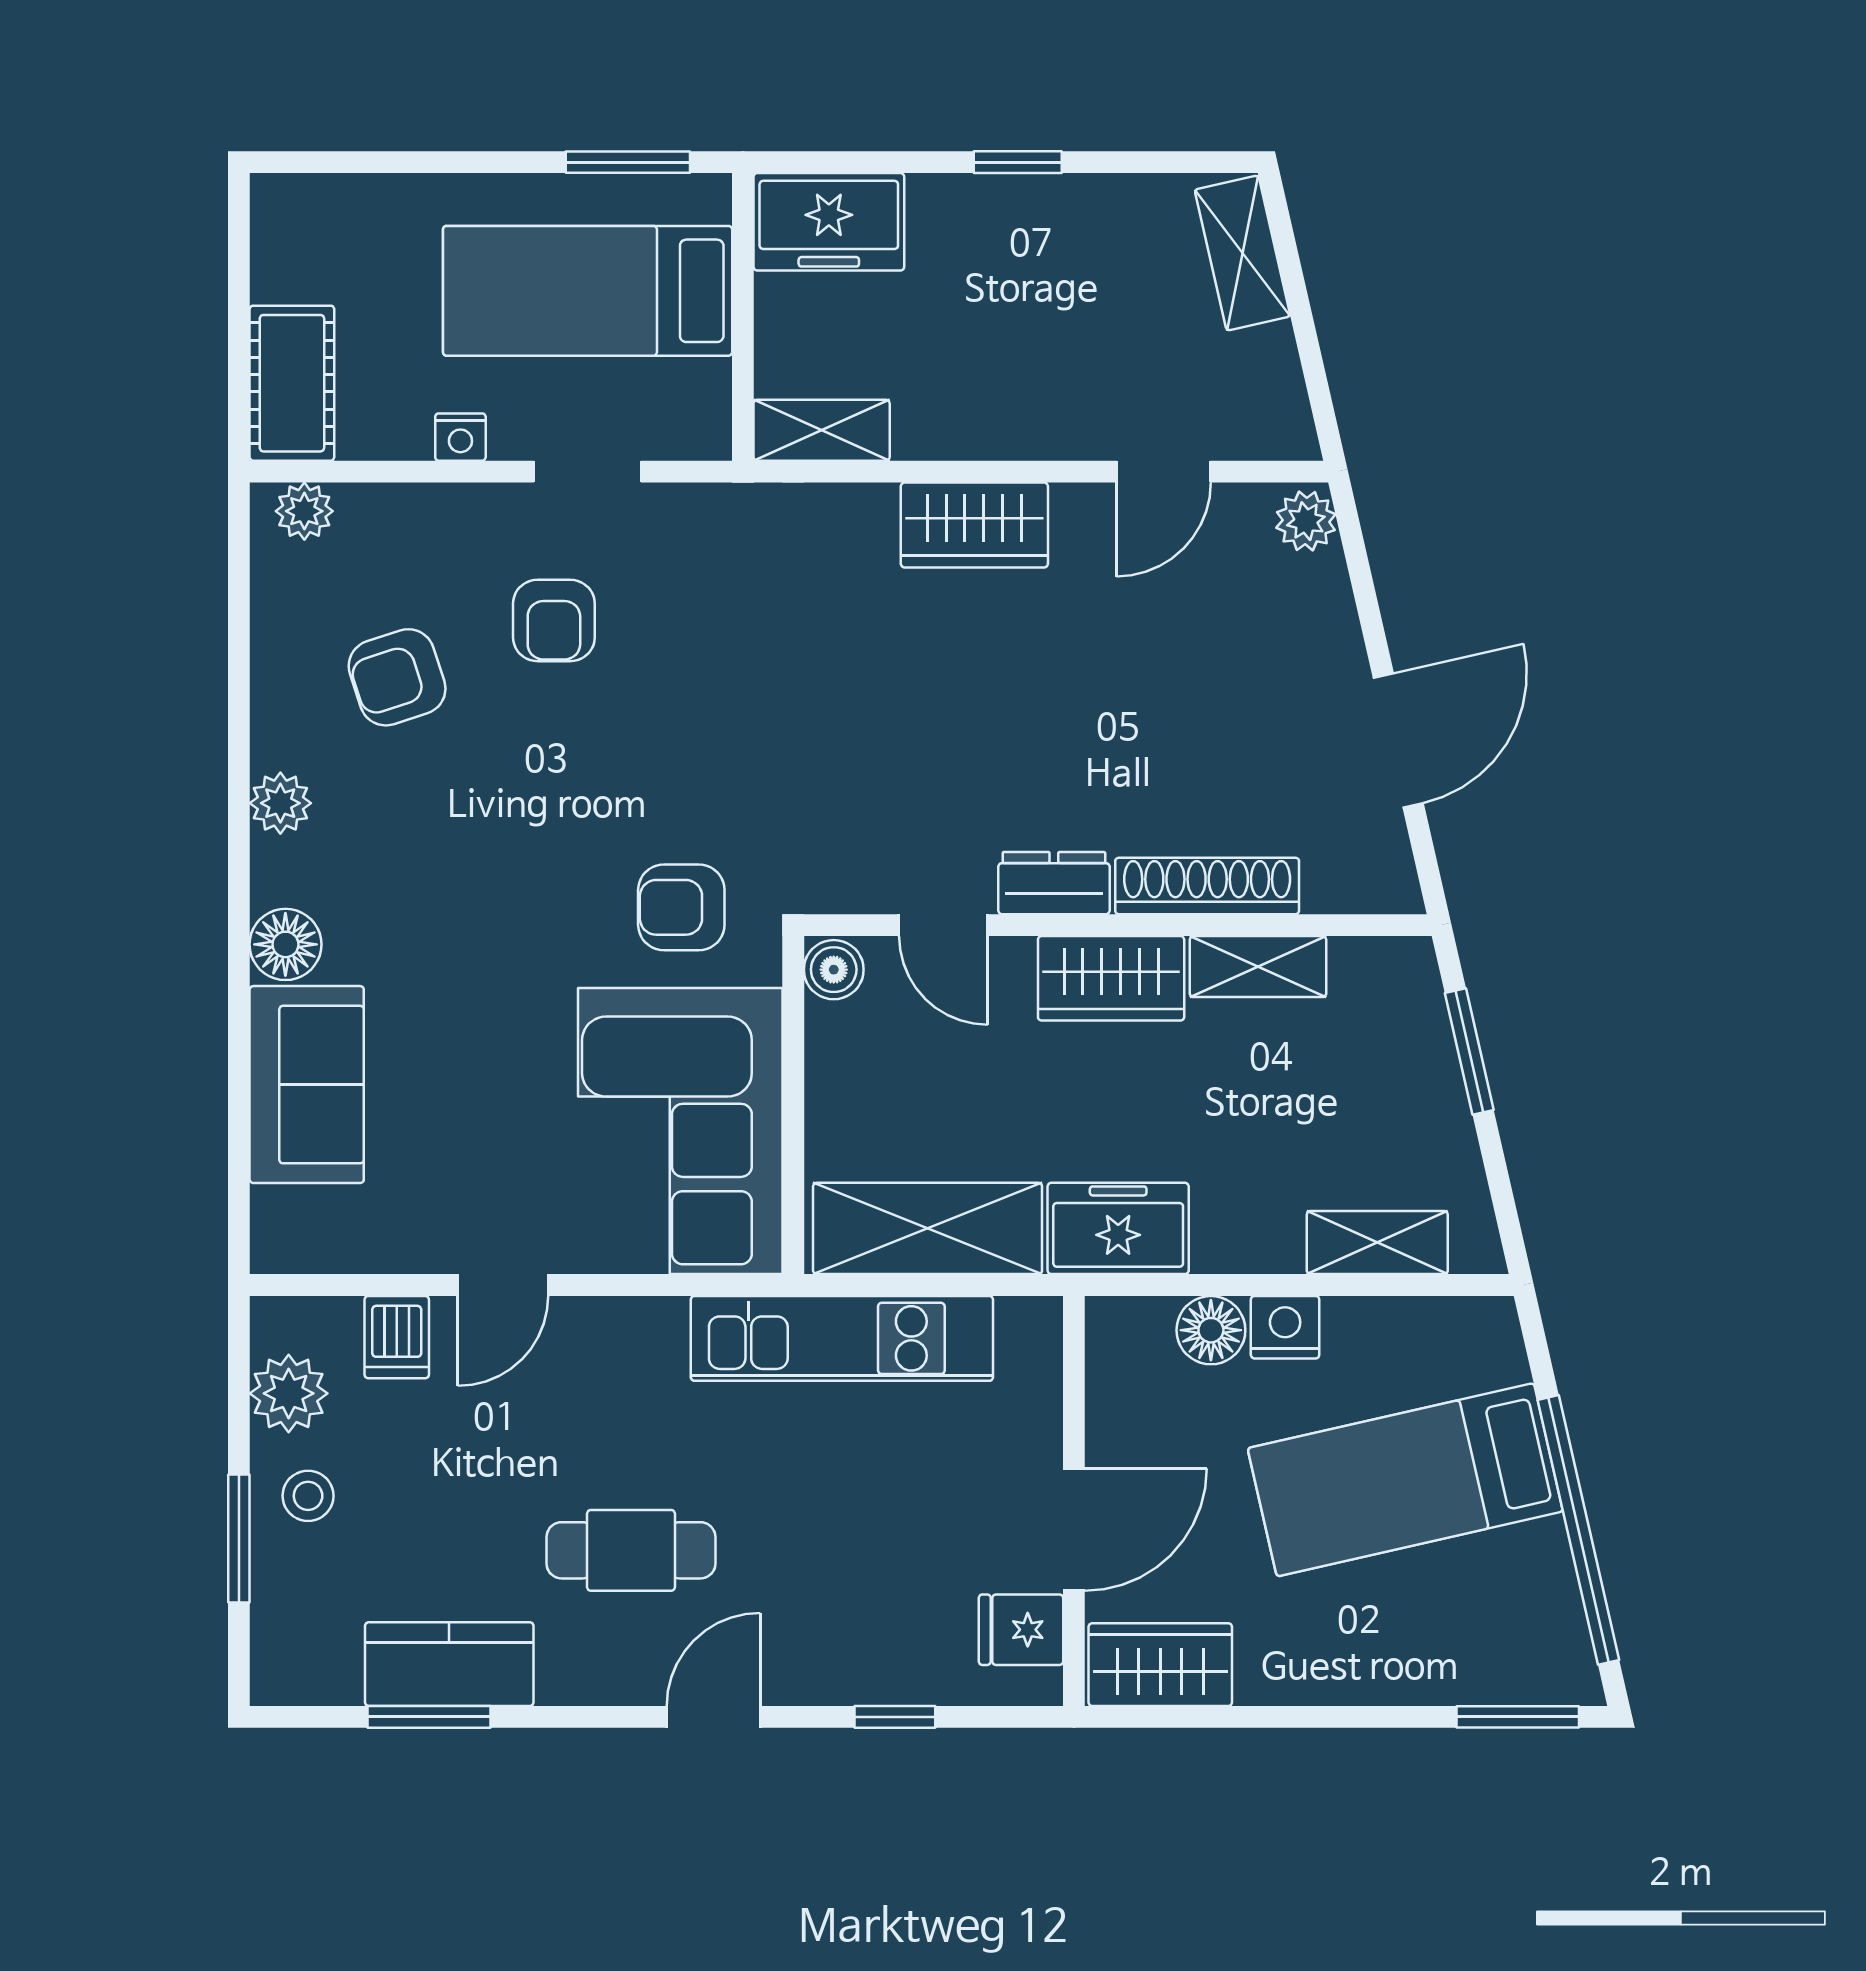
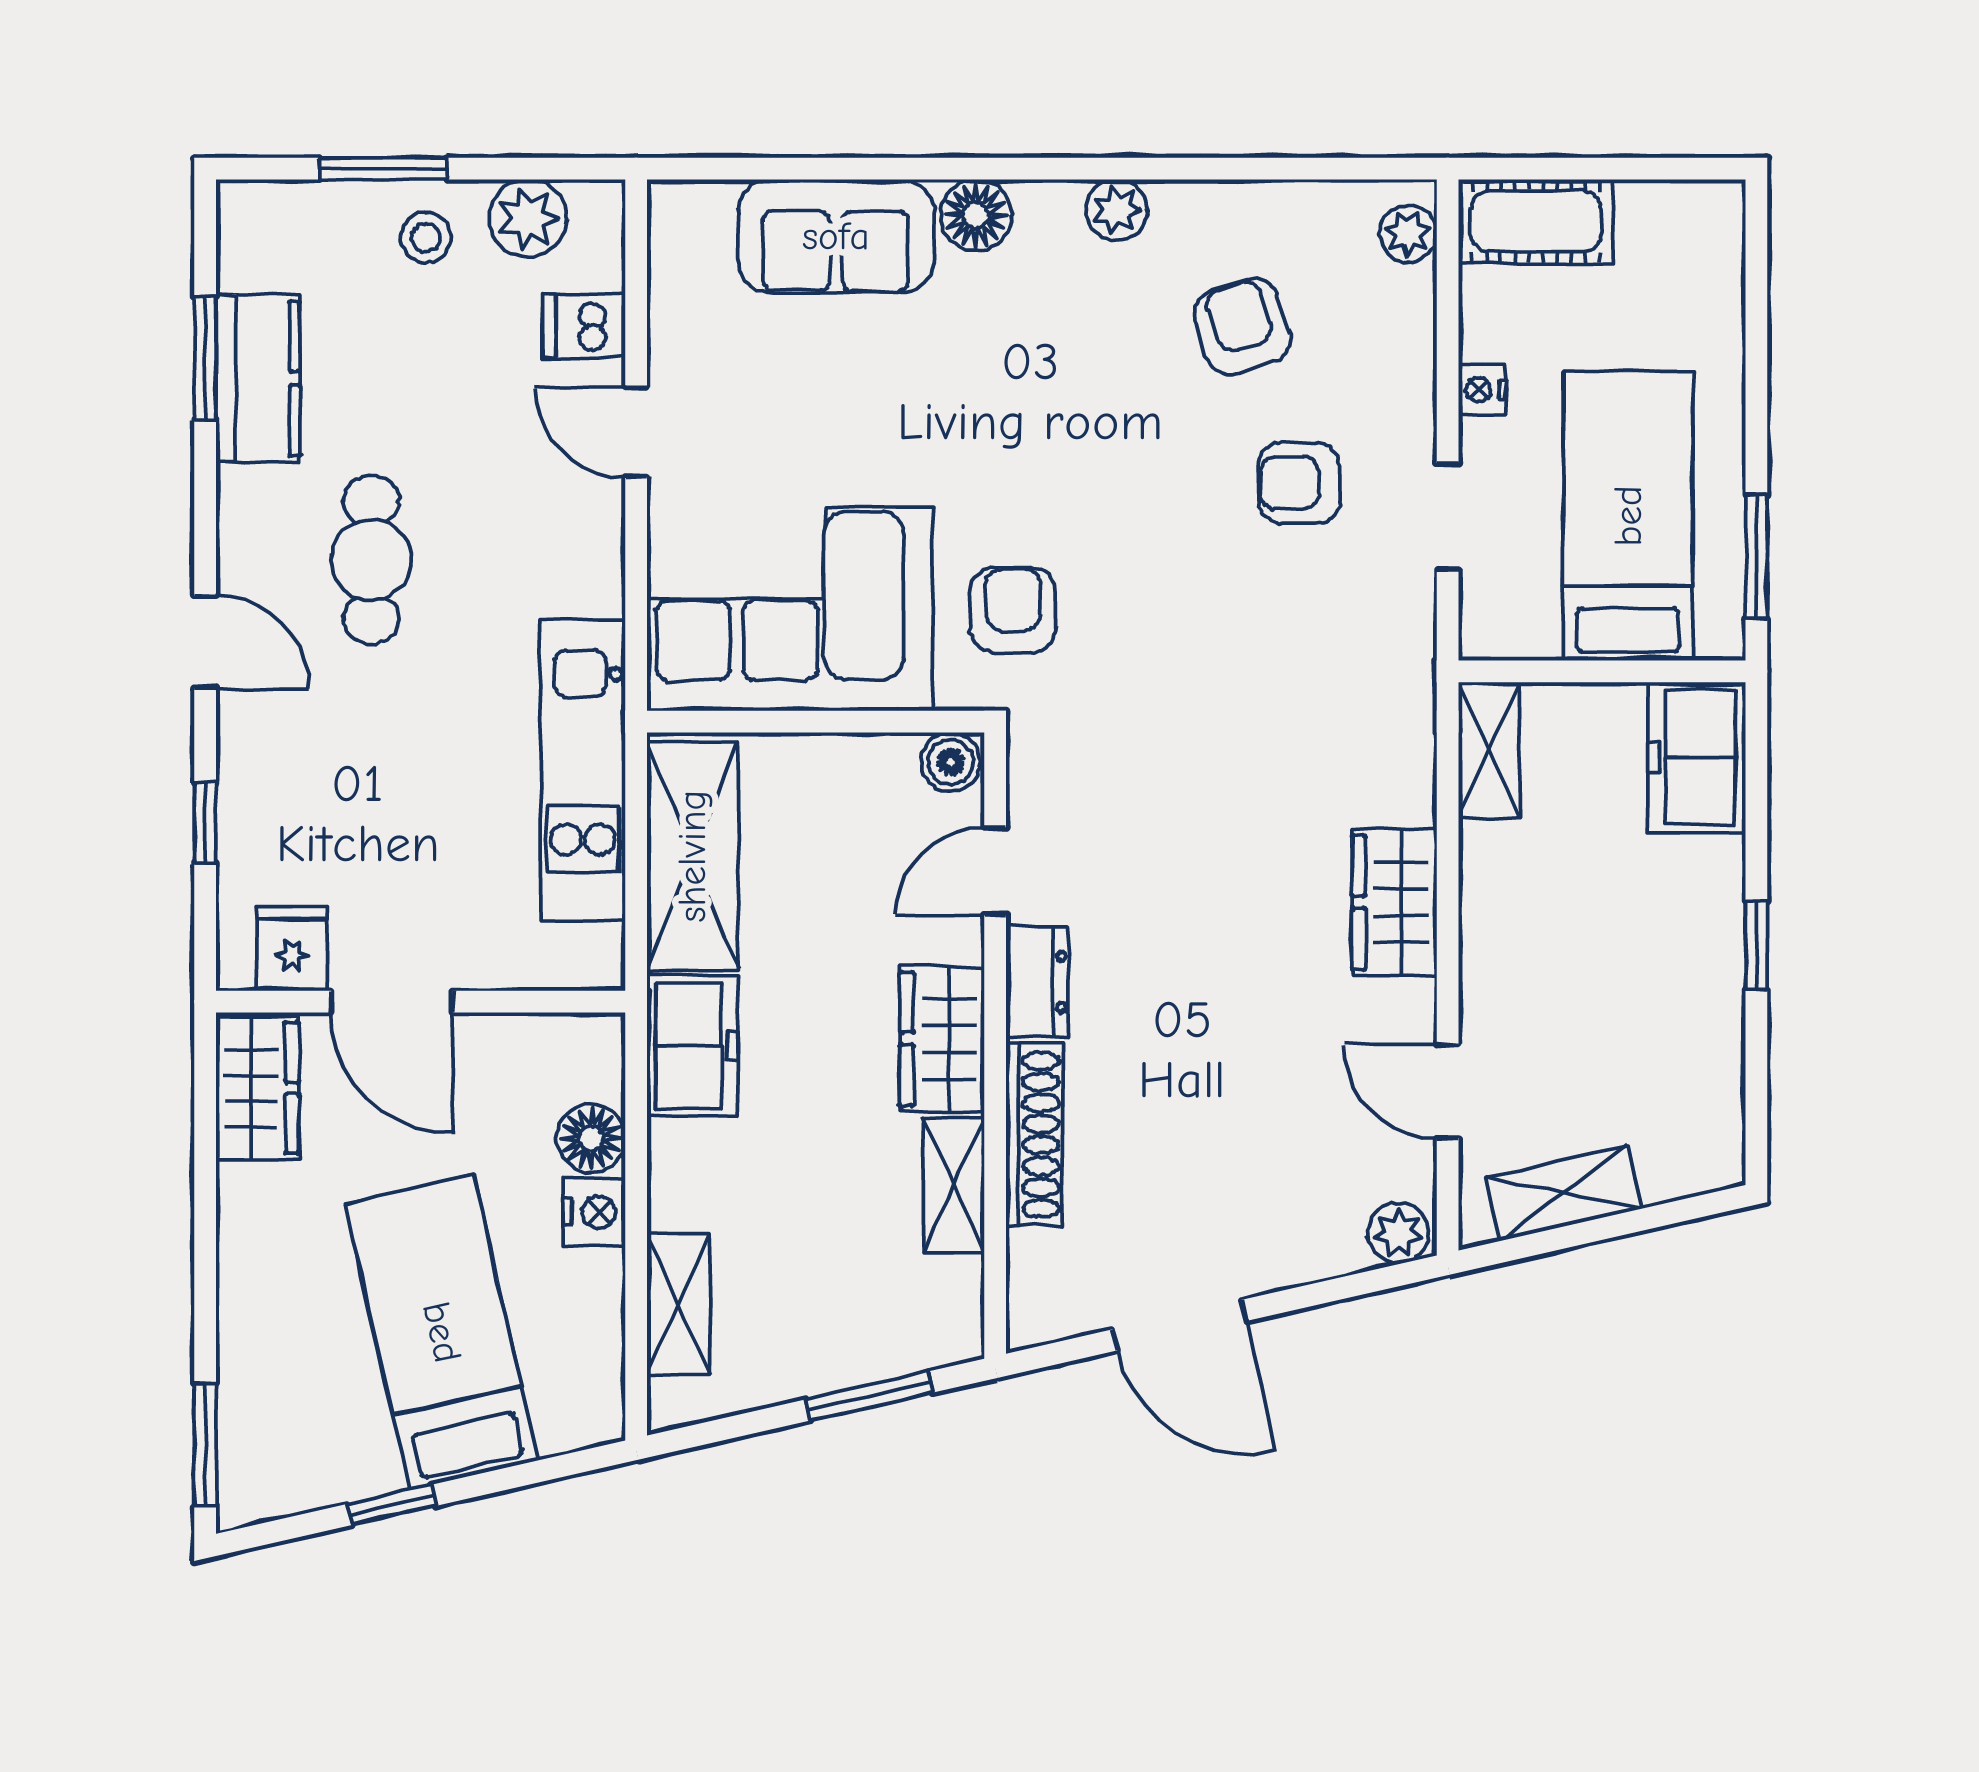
shelving: (1243, 253) -> (1563, 1193), moved
window: (1578, 1530) -> (392, 1505), width x0.32

